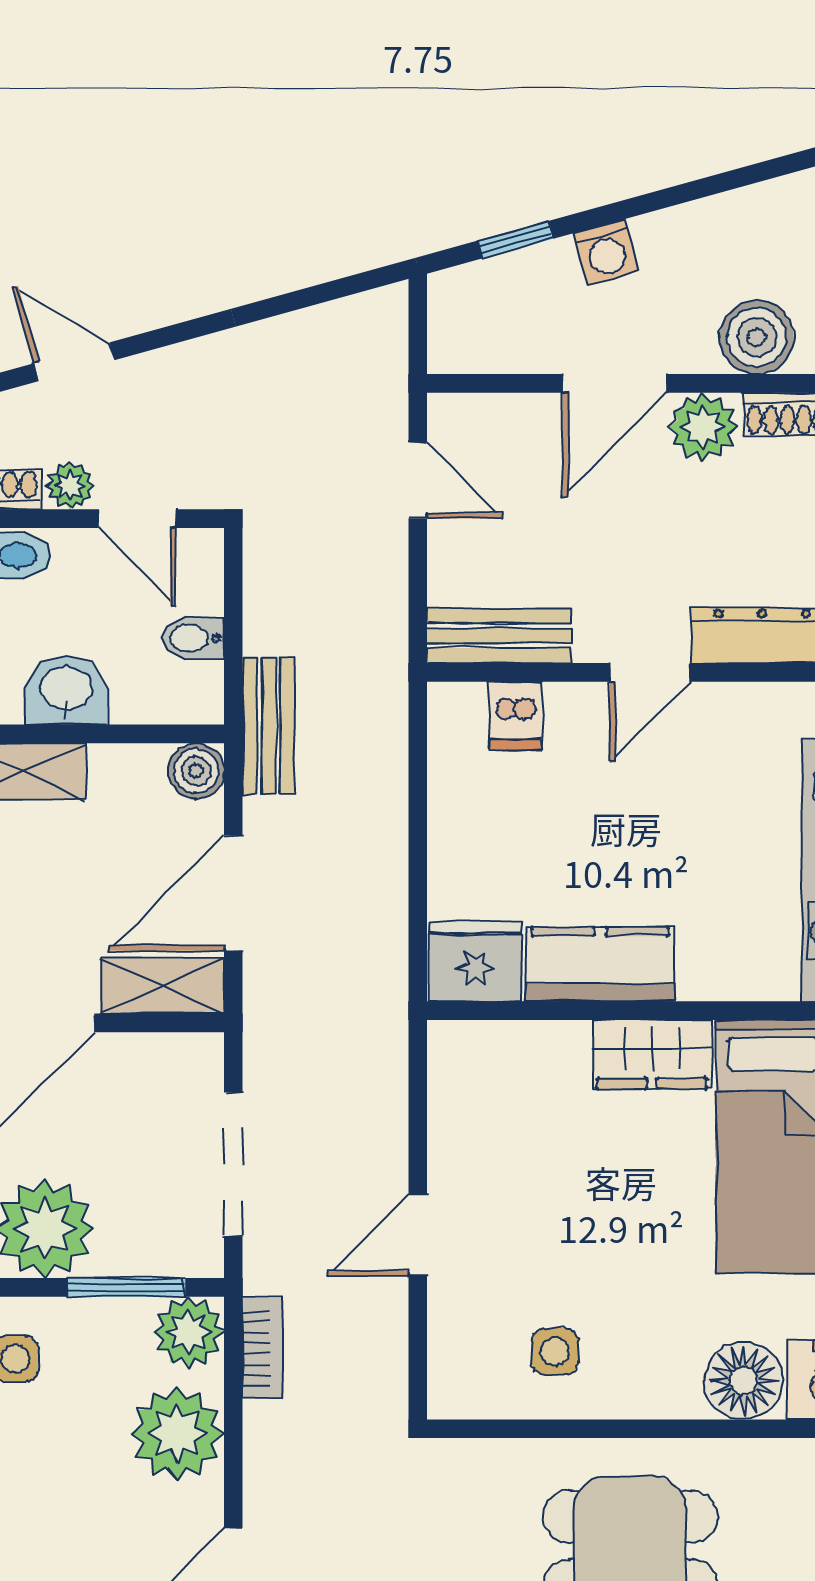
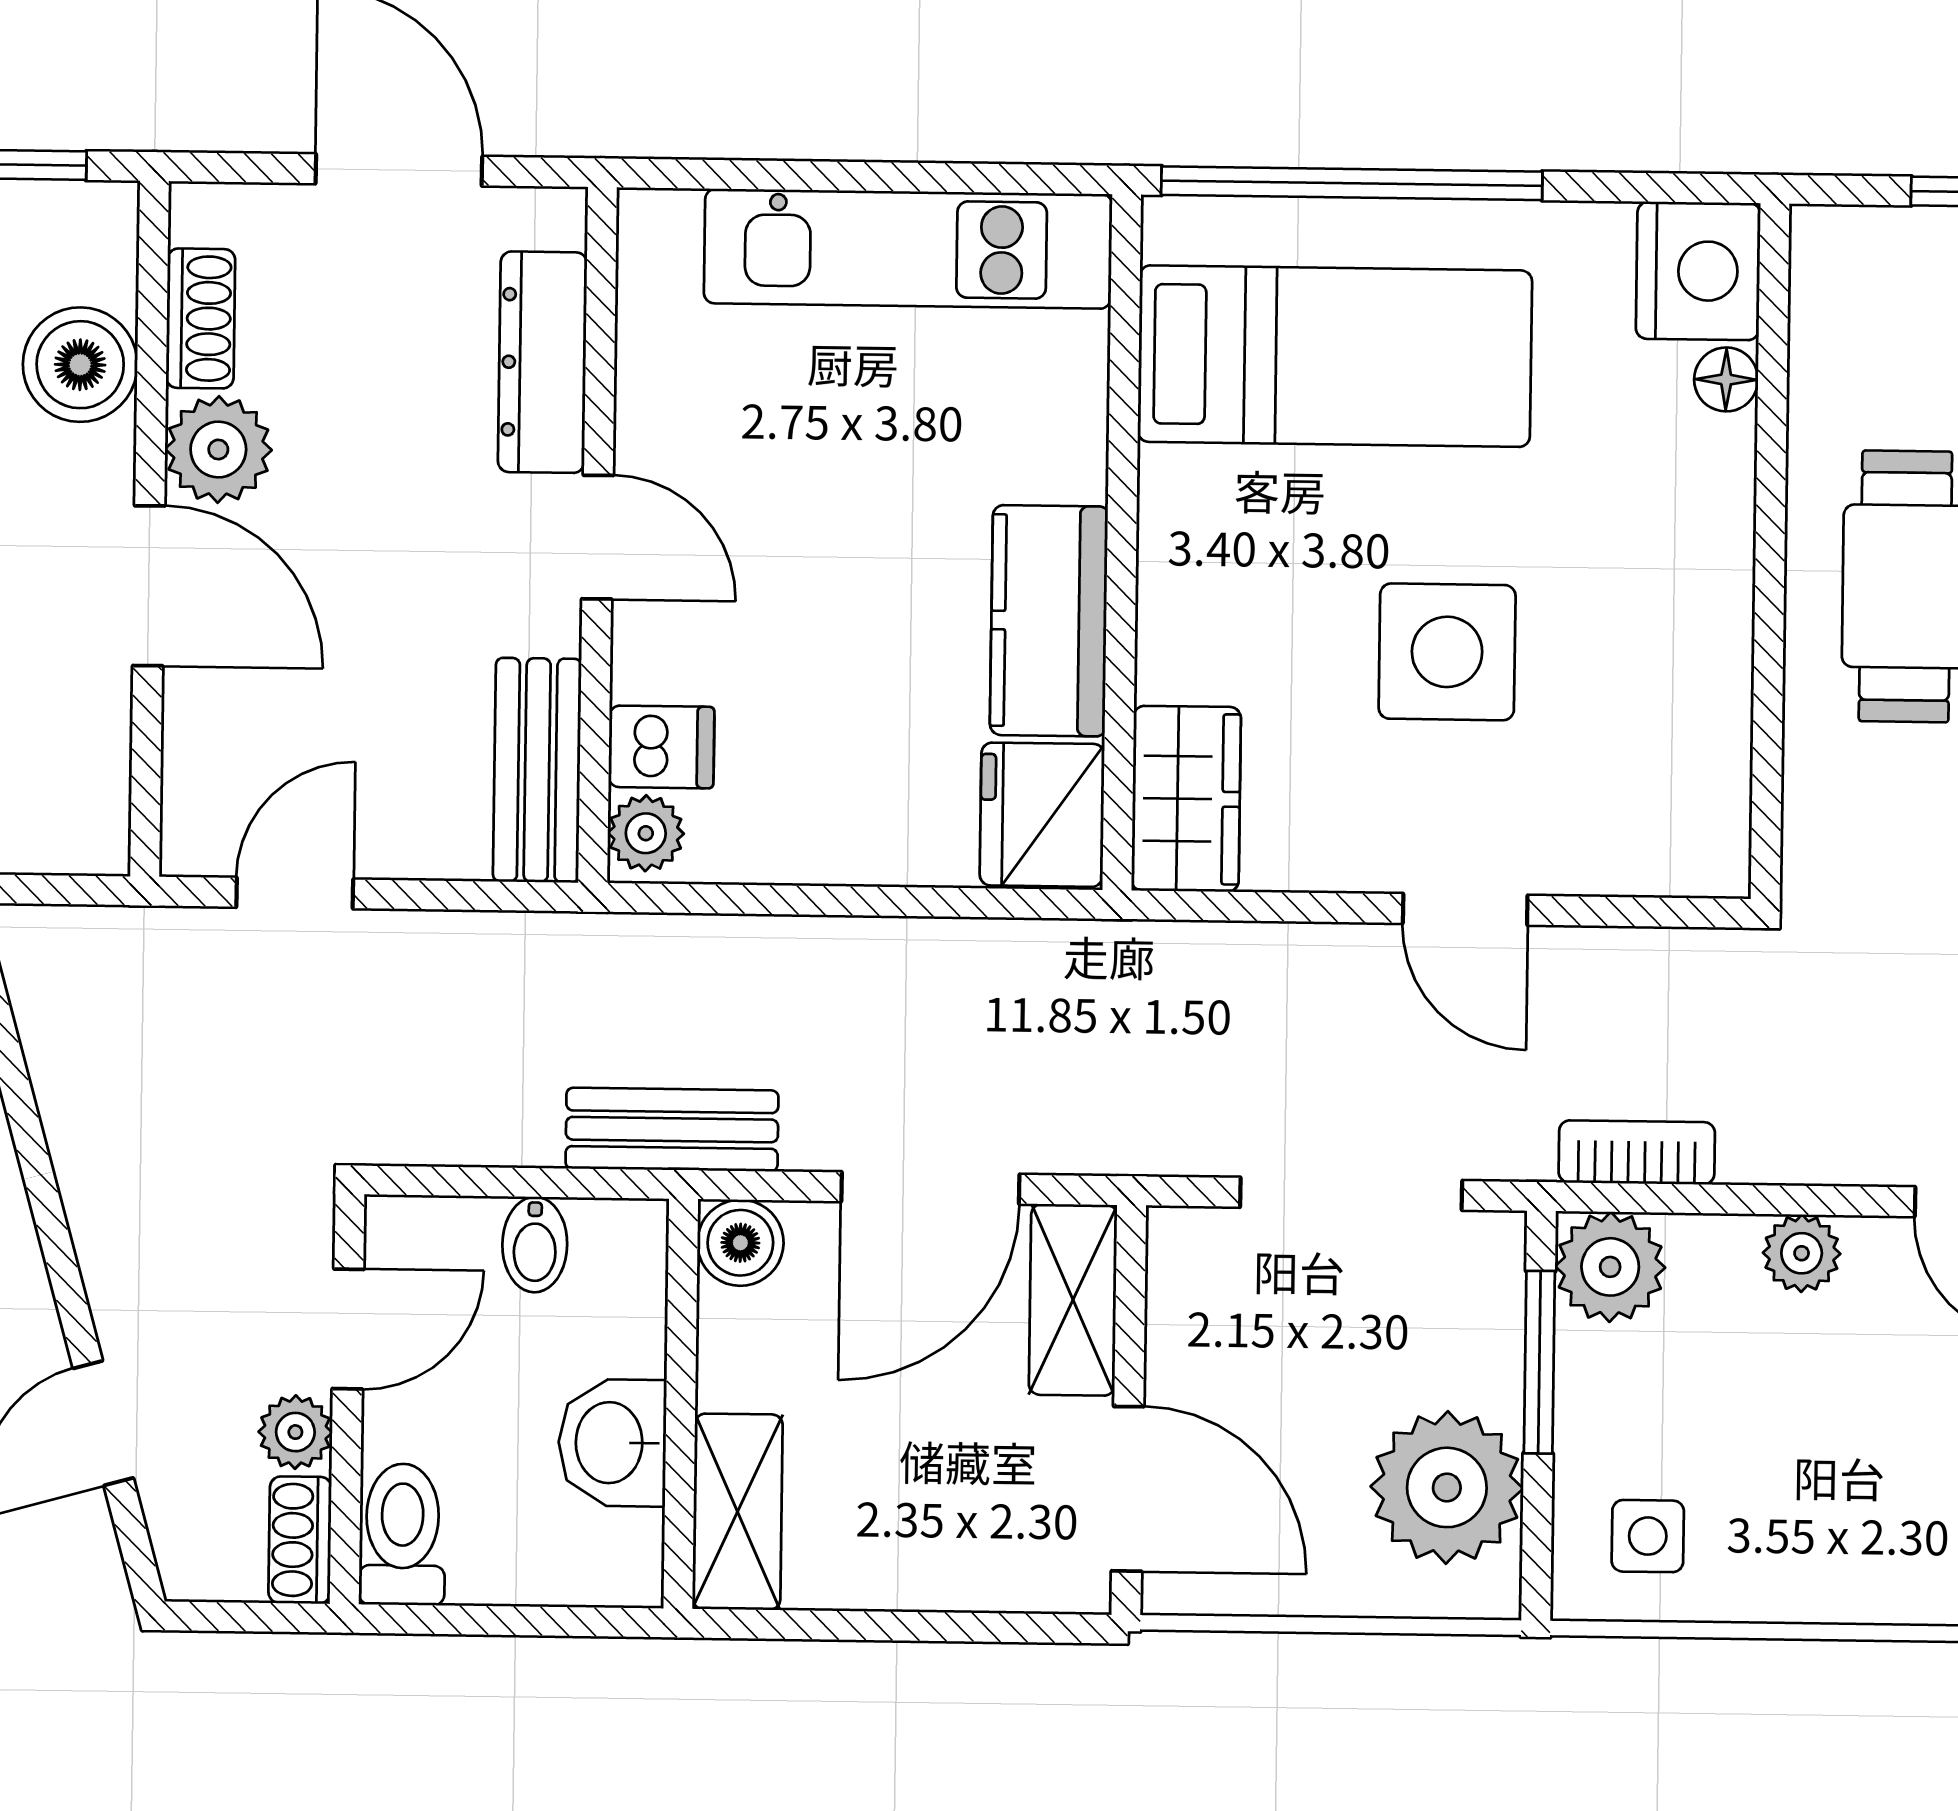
plant: (459, 706) -> (646, 833), added
door: (233, 893) -> (930, 1188), hinge flipped
wardrobe: (652, 1054) -> (1186, 799), moved
side table: (555, 1352) -> (1447, 652), moved, width x1.87, depth x1.87
floor lamp: (744, 1381) -> (1726, 379), width x0.53, depth x0.53
plant: (177, 1434) -> (1802, 1253), width x0.53, depth x0.53

